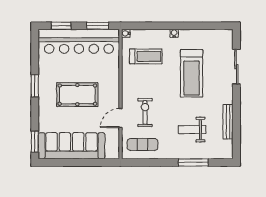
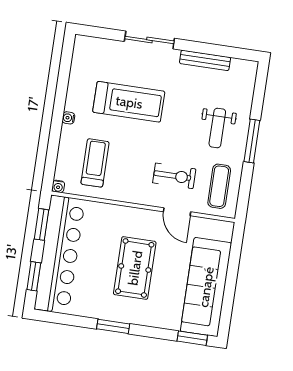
sliding door: (236, 67) -> (149, 40), moved
exercise bike: (145, 112) -> (174, 176), turned 180
weight bench: (192, 130) -> (217, 128), moved
window: (193, 162) -> (252, 141), moved

